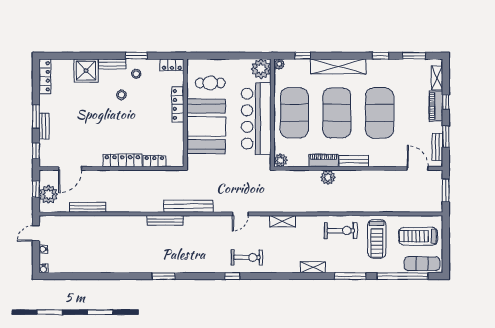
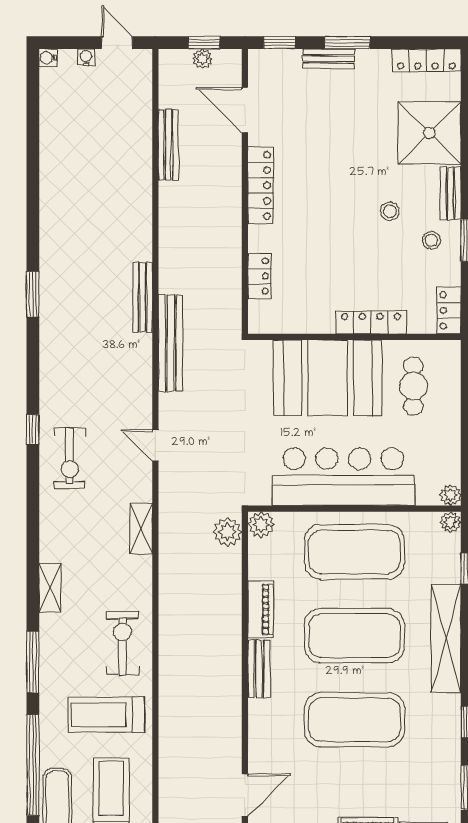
plant: (261, 69) -> (450, 495), width x0.53, depth x0.53
shower: (86, 71) -> (429, 133), width x1.37, depth x1.37
locker: (122, 160) -> (261, 185), moved
plant: (328, 177) -> (228, 532), moved
plant: (48, 194) -> (202, 59), width x0.53, depth x0.53
exercise bike: (341, 231) -> (123, 643), turned 180

